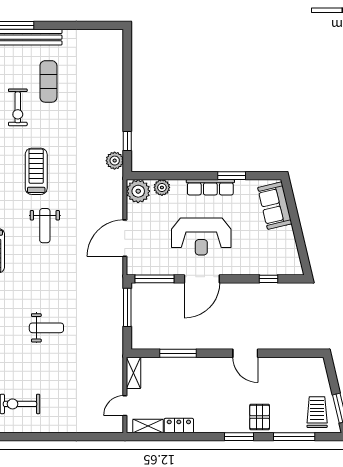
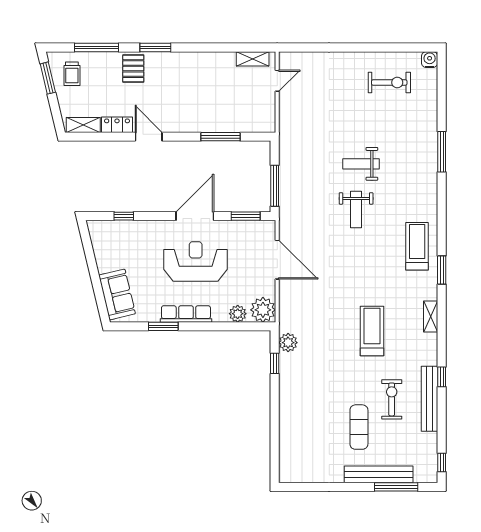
treadmill: (36, 171) -> (372, 331), turned 180
weight bench: (45, 226) -> (356, 209), moved, turned 180
door: (125, 238) -> (277, 260), hinge flipped
window: (154, 279) -> (246, 216), width x0.69
shelving: (134, 373) -> (83, 125), moved, turned 90
trolley: (317, 412) -> (72, 74), width x0.73, depth x0.72
locker: (179, 426) -> (117, 125), moved, turned 180

